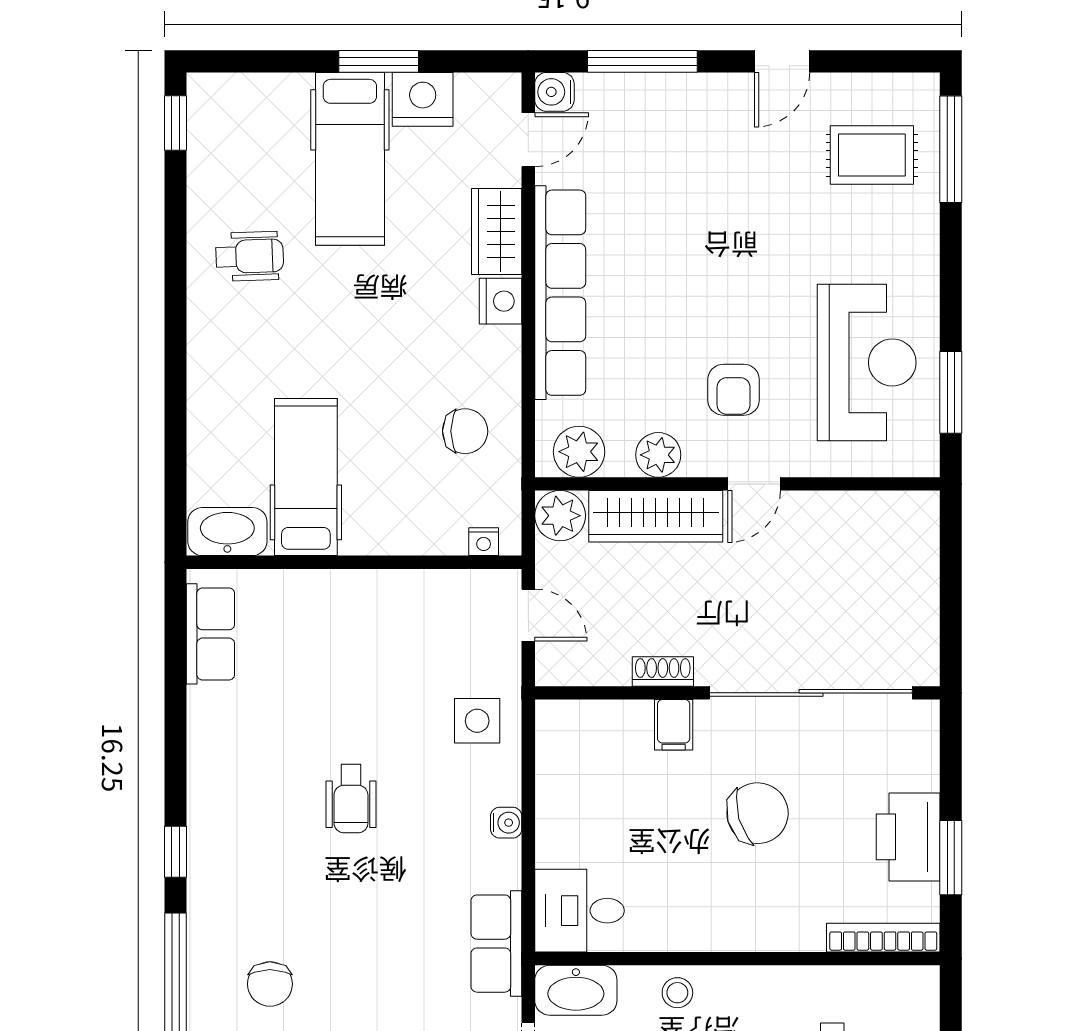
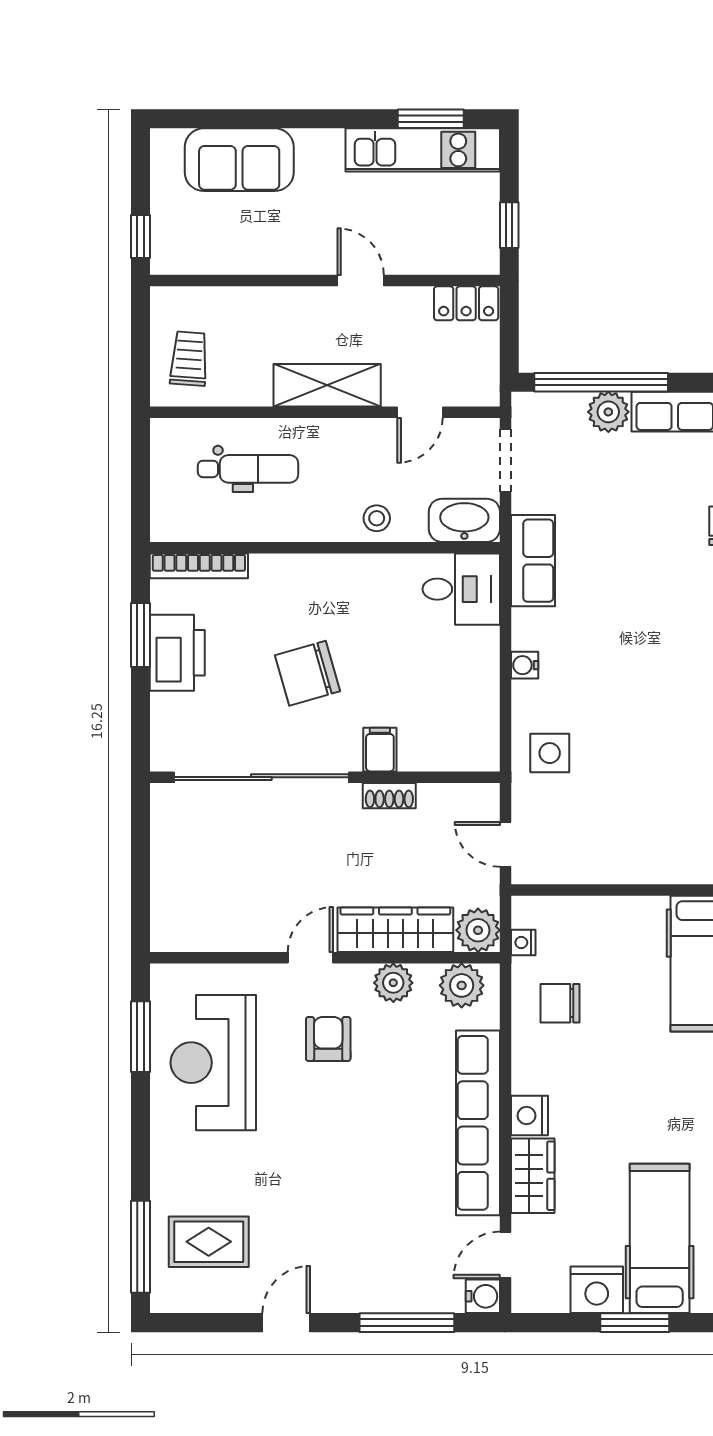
nightstand: (484, 542) -> (523, 942), moved, turned -90
wheelchair: (351, 799) -> (659, 686), removed

